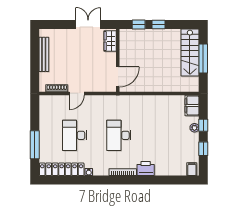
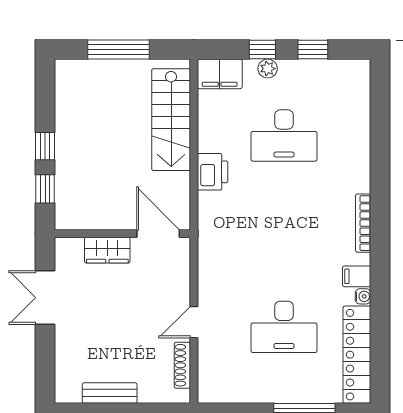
wardrobe: (110, 41) -> (107, 250), moved
stairs: (190, 52) -> (171, 120), moved, turned 90
bench: (44, 54) -> (110, 393), width x0.73
door: (77, 93) -> (194, 322), swing flipped
desk: (119, 135) -> (284, 135), moved
printer: (146, 169) -> (213, 172), moved, turned 180
filing cabinet: (192, 169) -> (357, 276), moved

